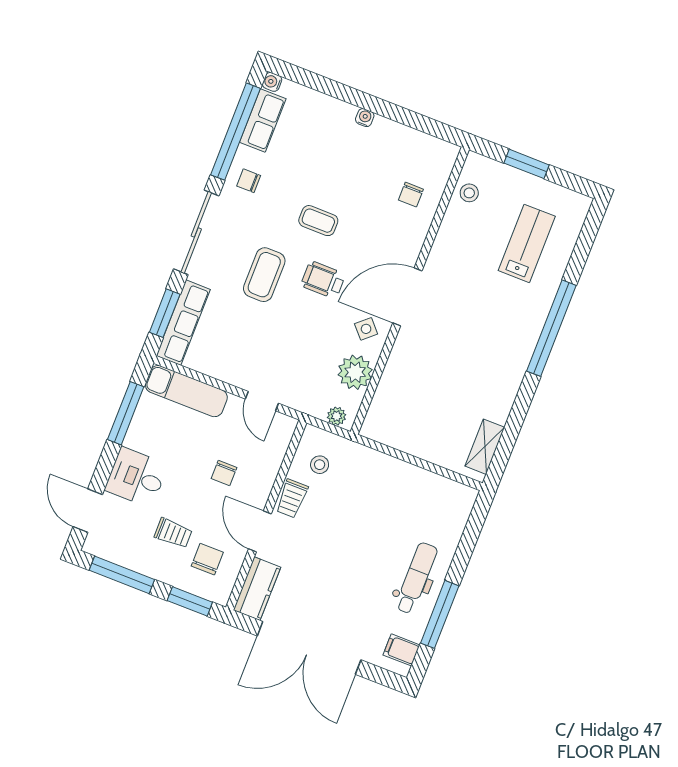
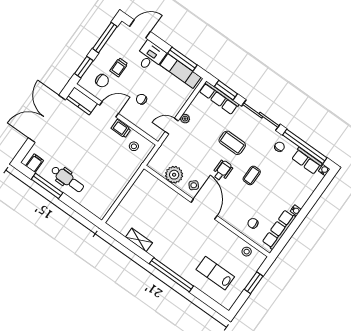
row of seats: (410, 141) -> (279, 230), added
lab bench: (527, 243) -> (215, 273), turned 180
exam couch: (186, 391) -> (180, 71), moved, turned -90
plant: (337, 416) -> (185, 119), moved
shelving: (485, 447) -> (139, 240), moved

